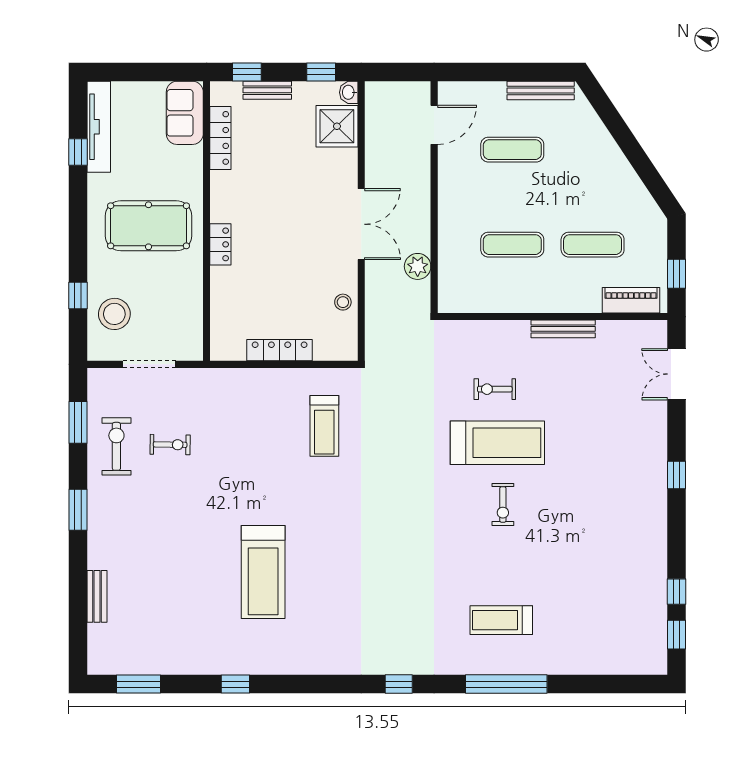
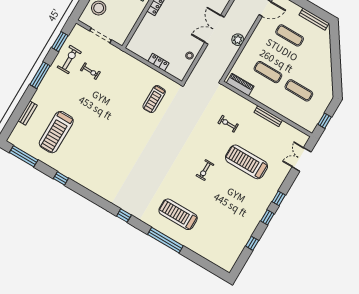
double door: (361, 224) -> (214, 30), swing flipped
plant: (418, 266) -> (238, 40), moved
piano: (631, 300) -> (240, 85), moved
locker: (280, 350) -> (158, 62), width x0.66
treadmill: (497, 443) -> (246, 162), moved, turned 180
window: (78, 510) -> (40, 75), width x1.44
treadmill: (263, 572) -> (56, 132), moved
treadmill: (501, 620) -> (178, 214), width x1.37, depth x1.38
window: (676, 635) -> (267, 217), moved
window: (138, 684) -> (24, 156), width x1.44

